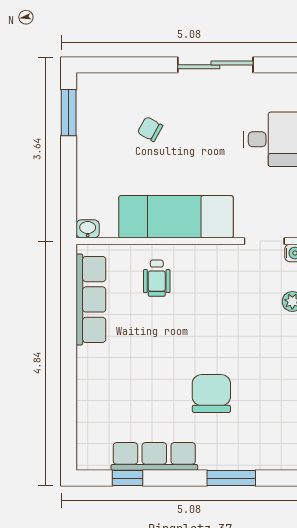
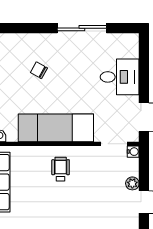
wheelchair: (157, 278) -> (61, 169), moved, turned 180

